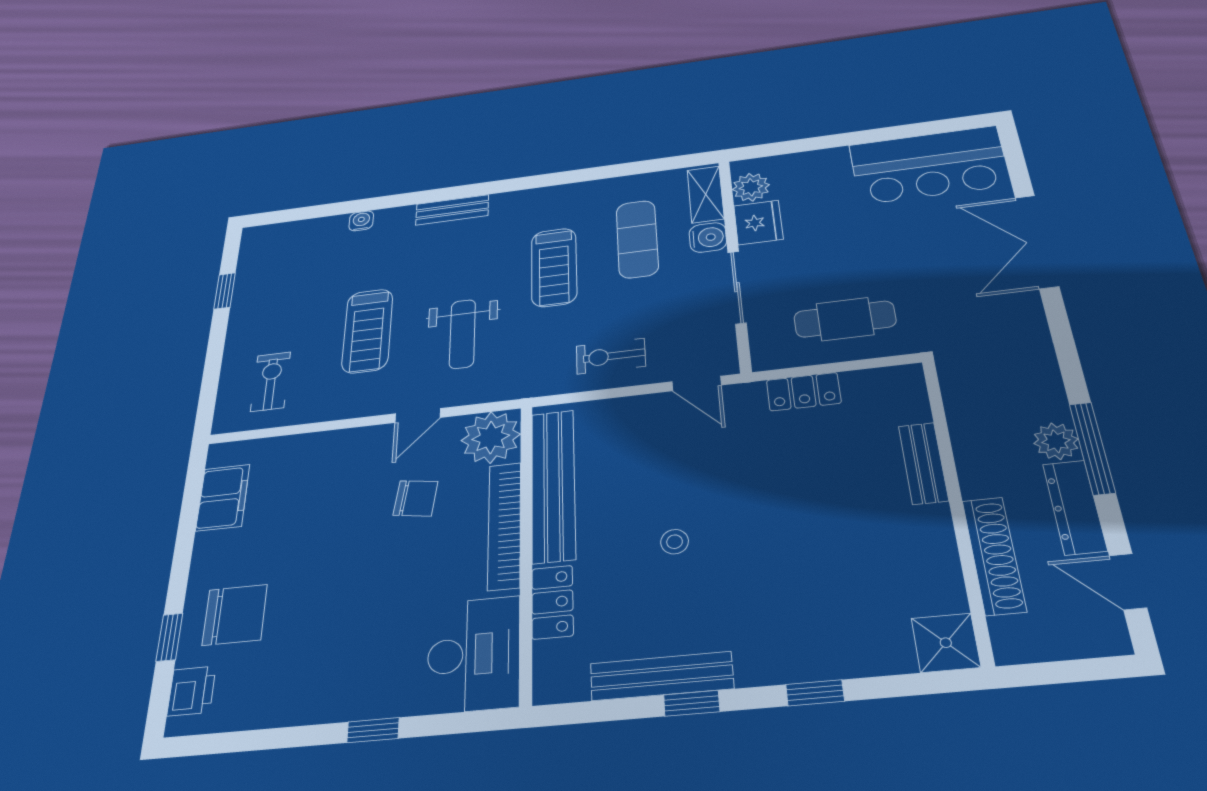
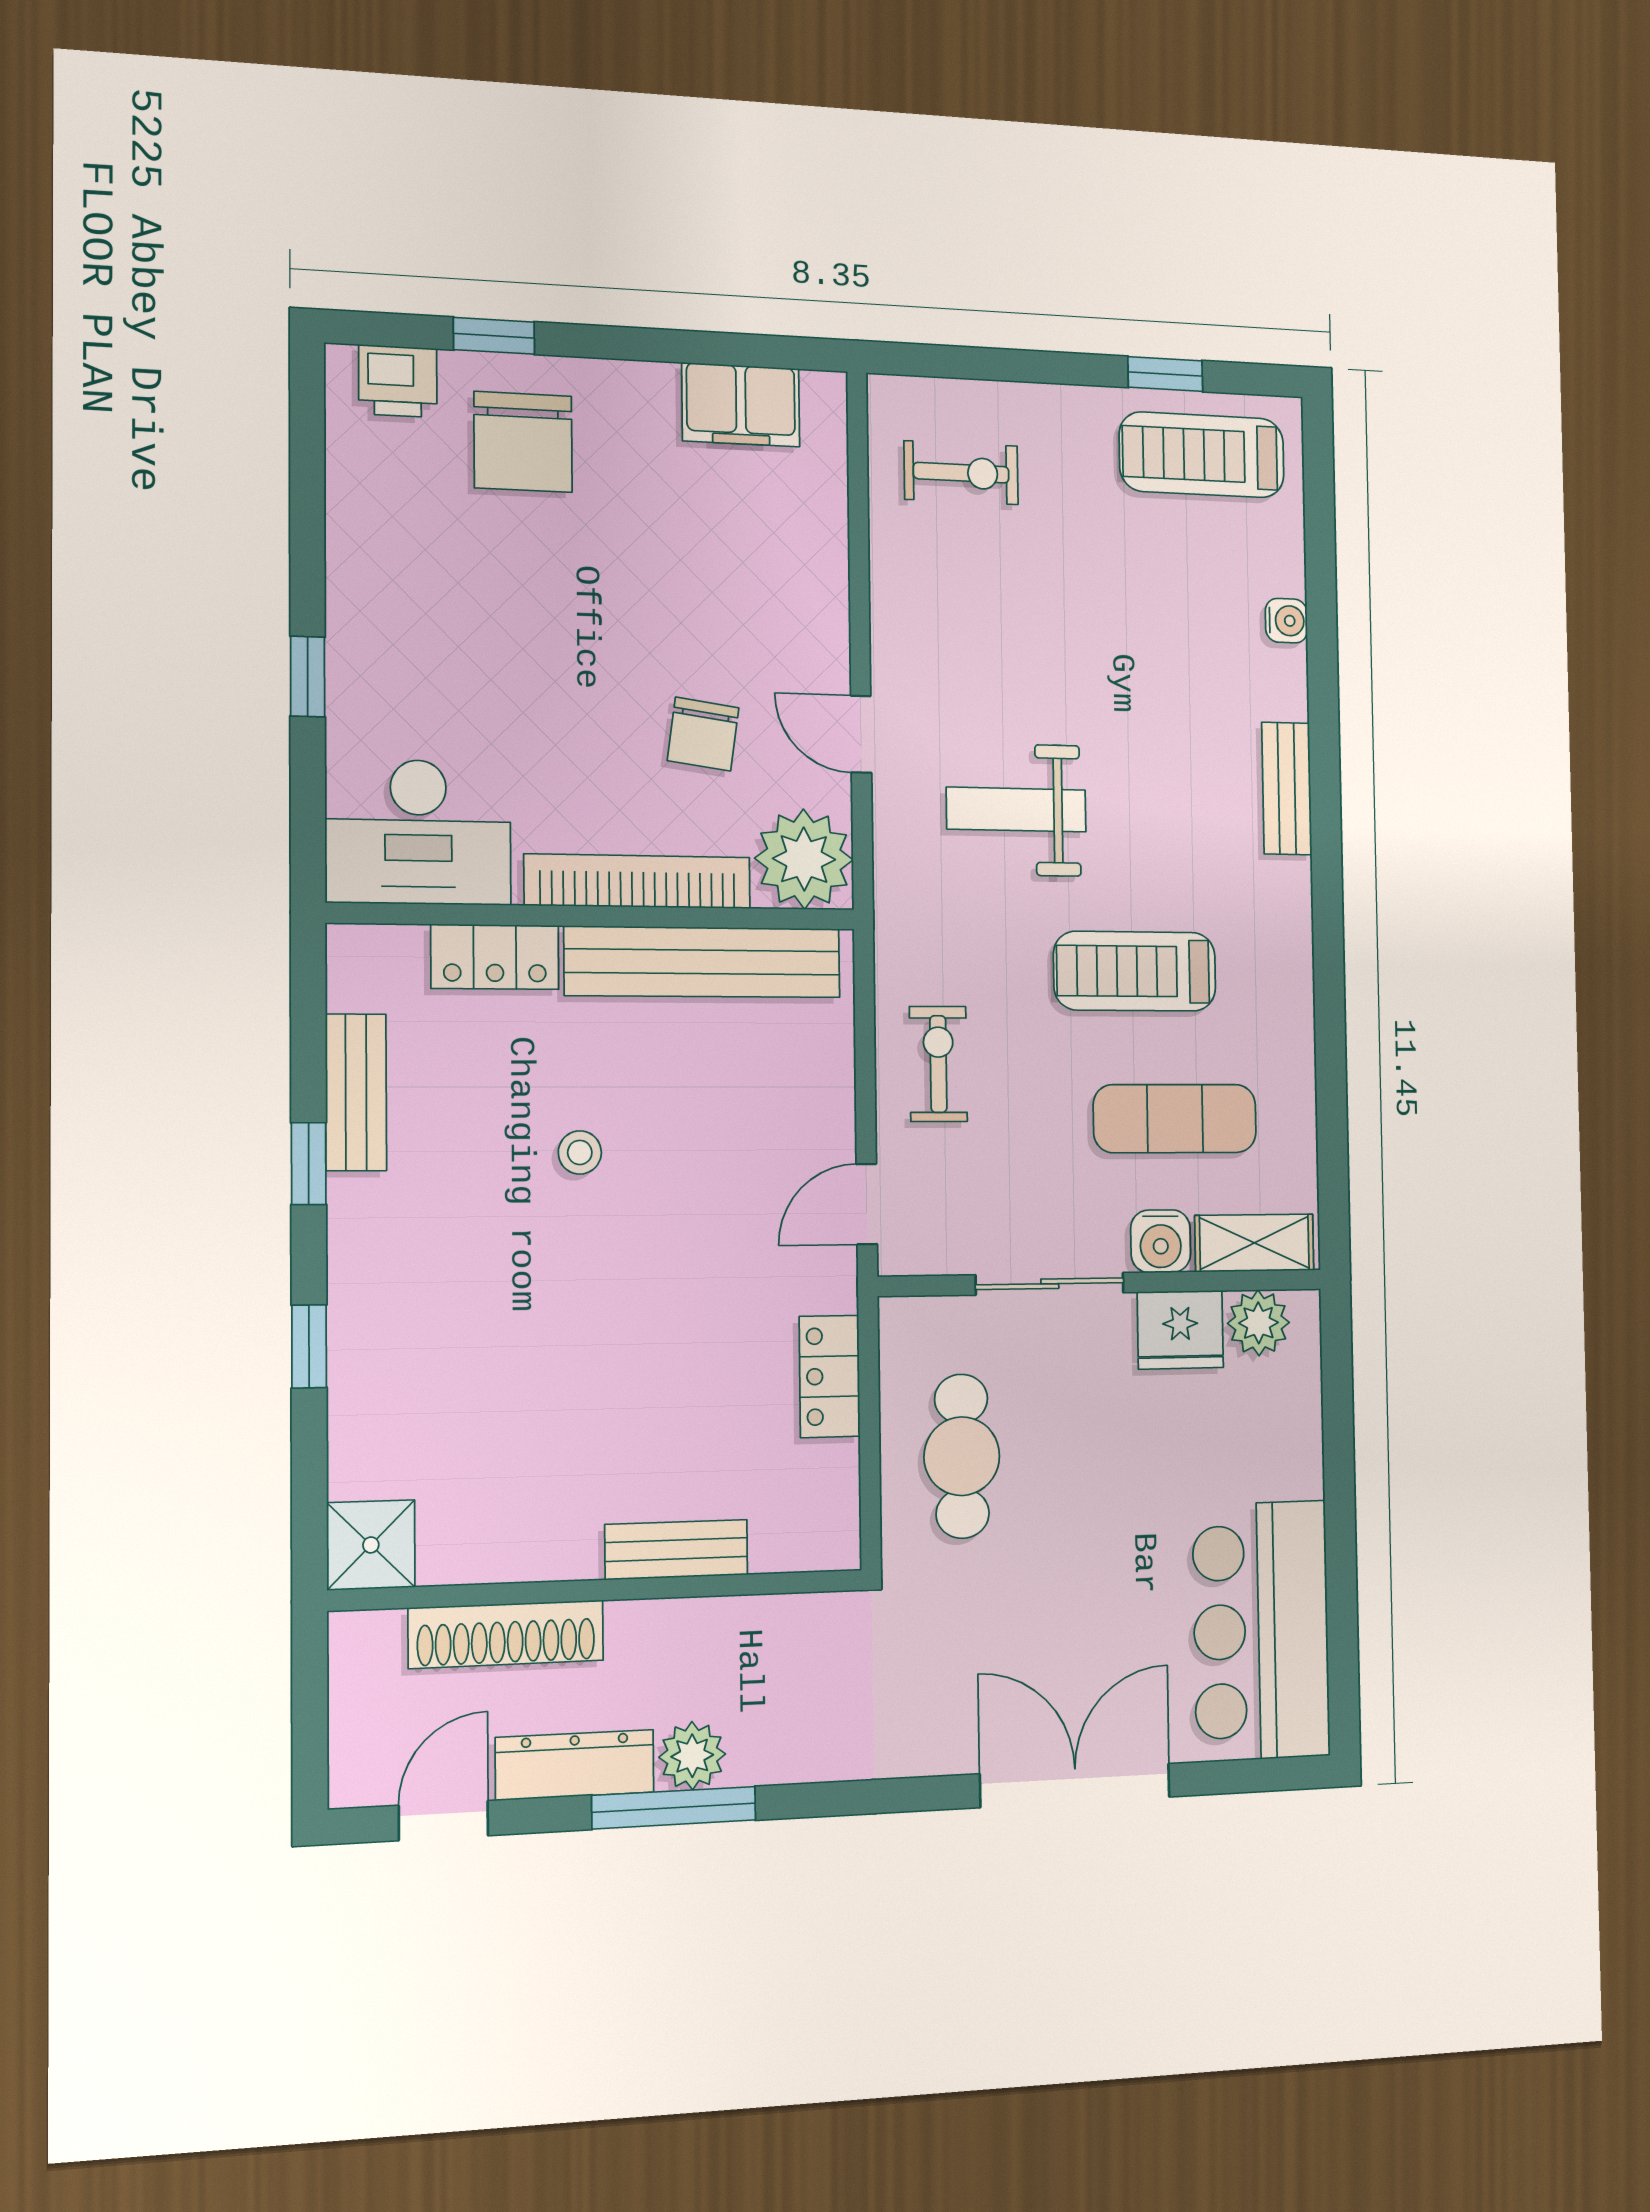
treadmill: (367, 331) -> (1202, 455), moved
bench: (662, 676) -> (356, 1092), width x0.73

